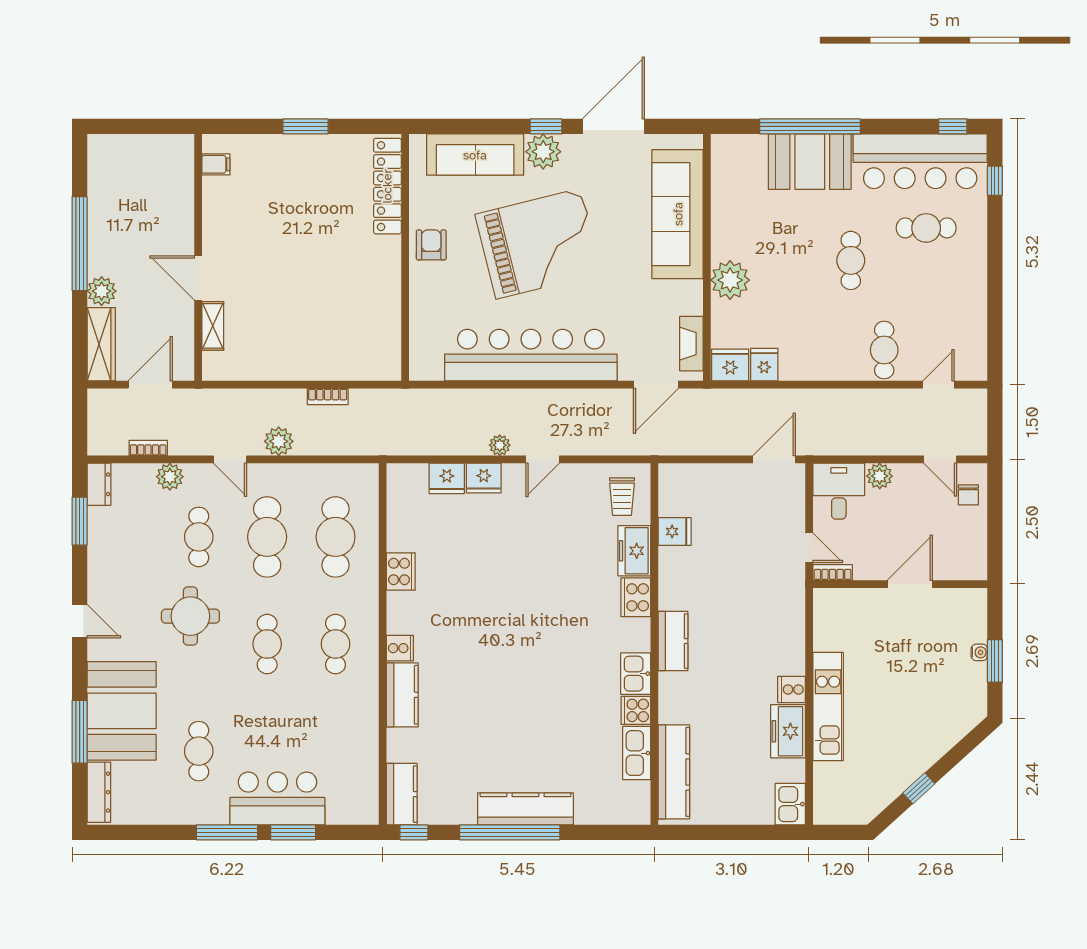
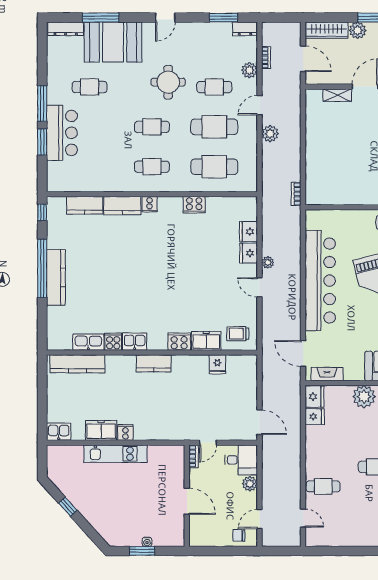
bookcase: (328, 397) -> (296, 194), moved
kitchen counter: (402, 794) -> (85, 205), moved

